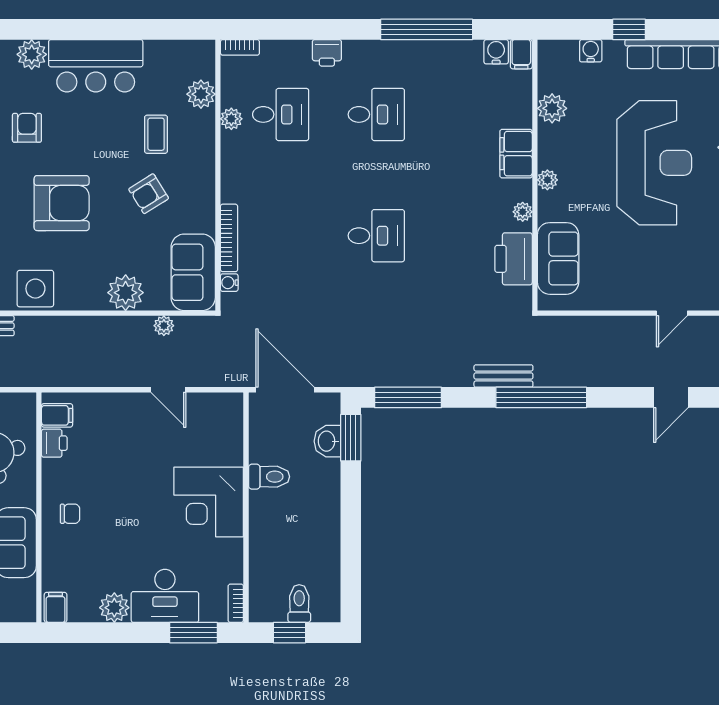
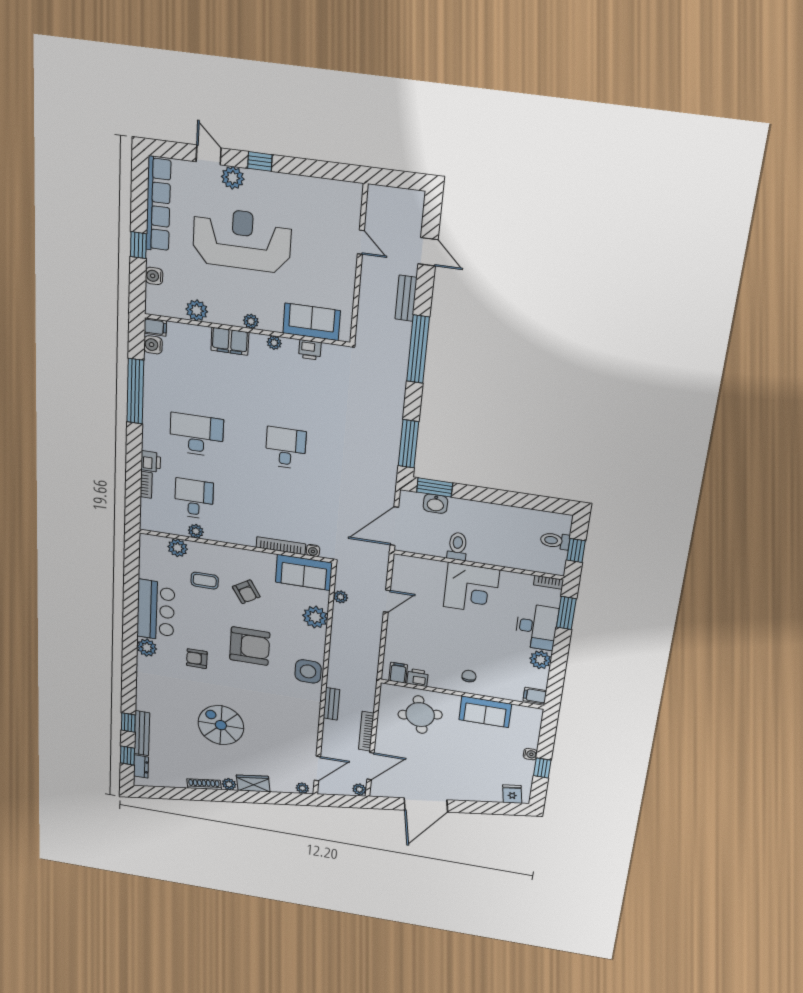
bookcase: (240, 47) -> (146, 485), moved
desk: (376, 114) -> (196, 435), width x1.37
armchair: (62, 203) -> (250, 646), turned 90
printer: (514, 259) -> (310, 350), width x0.53, depth x0.68
bench: (503, 376) -> (406, 298), moved

